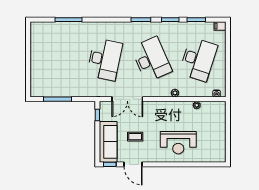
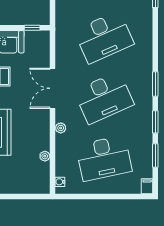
desk: (105, 59) -> (104, 37), turned -36
desk: (198, 59) -> (104, 158), turned -30
double door: (127, 99) -> (53, 88), moved

